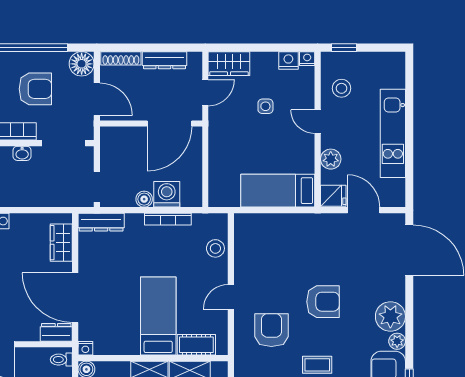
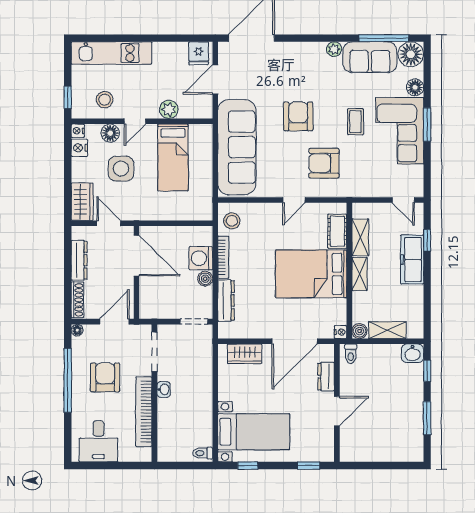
floor lamp: (82, 64) -> (77, 330), width x0.53, depth x0.53
floor lamp: (305, 94) -> (110, 133), added
side table: (265, 106) -> (121, 169), width x1.87, depth x1.87
kitchen unit: (393, 133) -> (111, 53), moved
bed: (278, 191) -> (173, 157), moved
fridge: (333, 196) -> (199, 53), moved, turned 180
dresser: (101, 222) -> (226, 301), moved
sofa: (289, 234) -> (237, 147), added
stool: (215, 248) -> (232, 221), moved
door: (231, 297) -> (294, 200), hinge flipped
bed: (158, 316) -> (311, 274), width x1.50
plant: (390, 317) -> (312, 55), removed
dresser: (56, 332) -> (326, 377), moved

